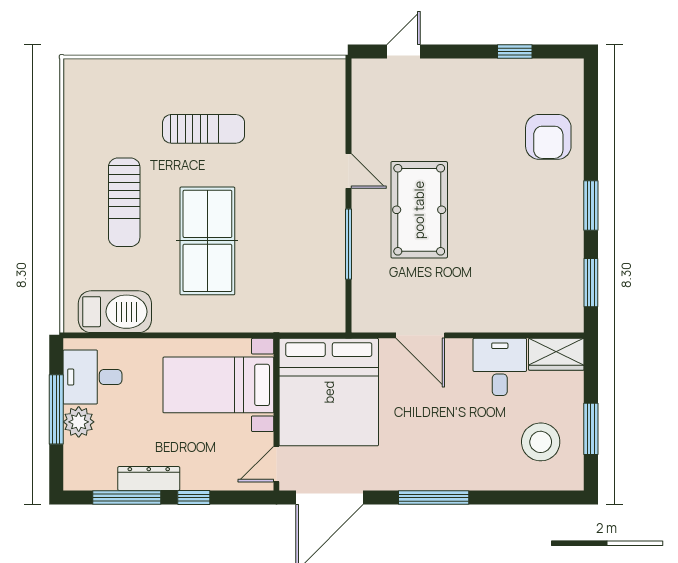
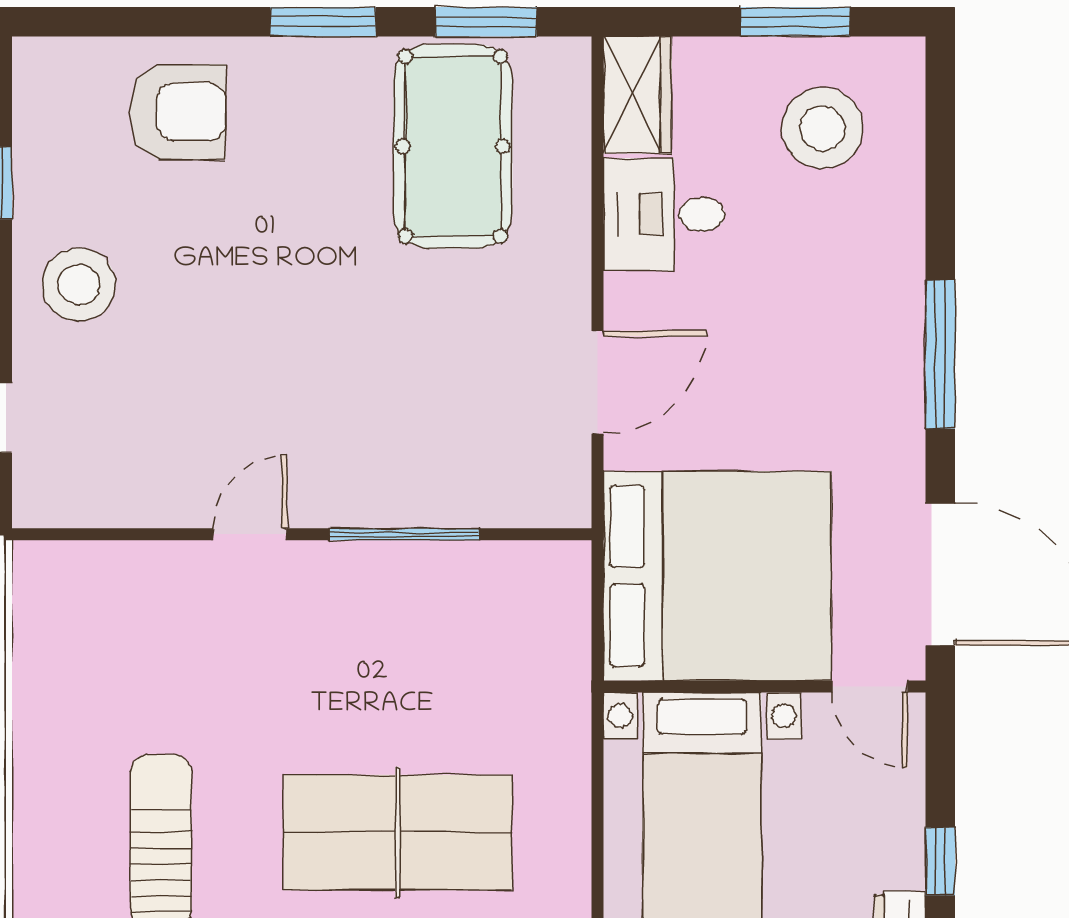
stool: (467, 90) -> (79, 285), added
pool table: (419, 210) -> (453, 146), moved, turned 90

